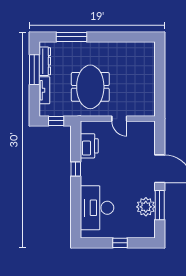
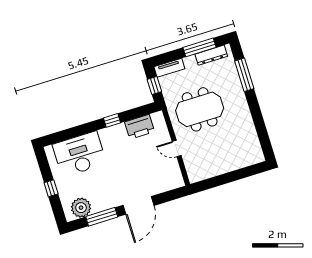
tv unit: (44, 90) -> (169, 68), moved
door: (119, 119) -> (177, 149), hinge flipped
plant: (146, 207) -> (81, 208), moved

